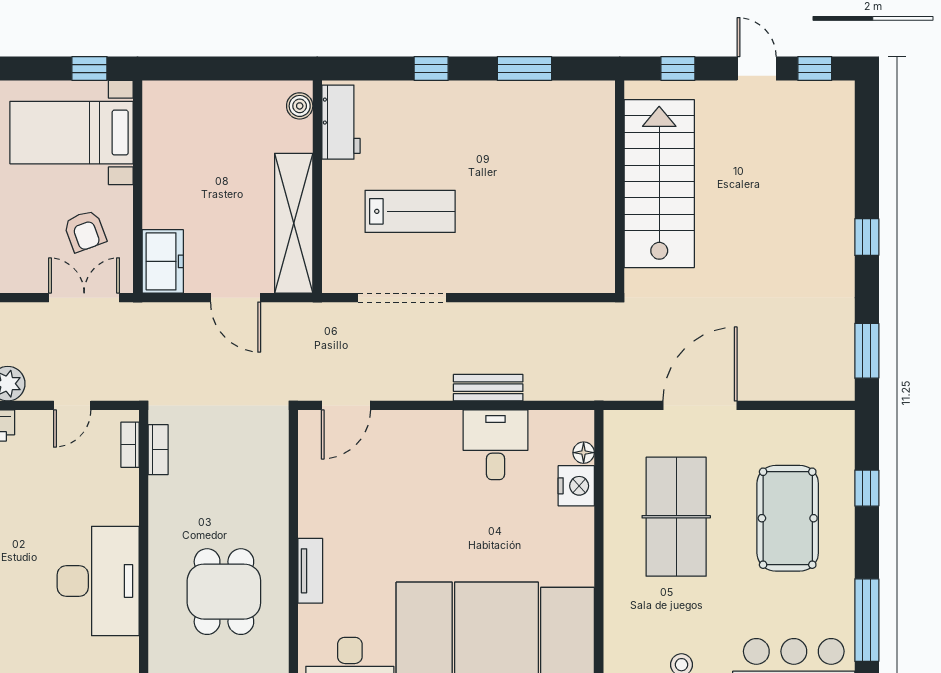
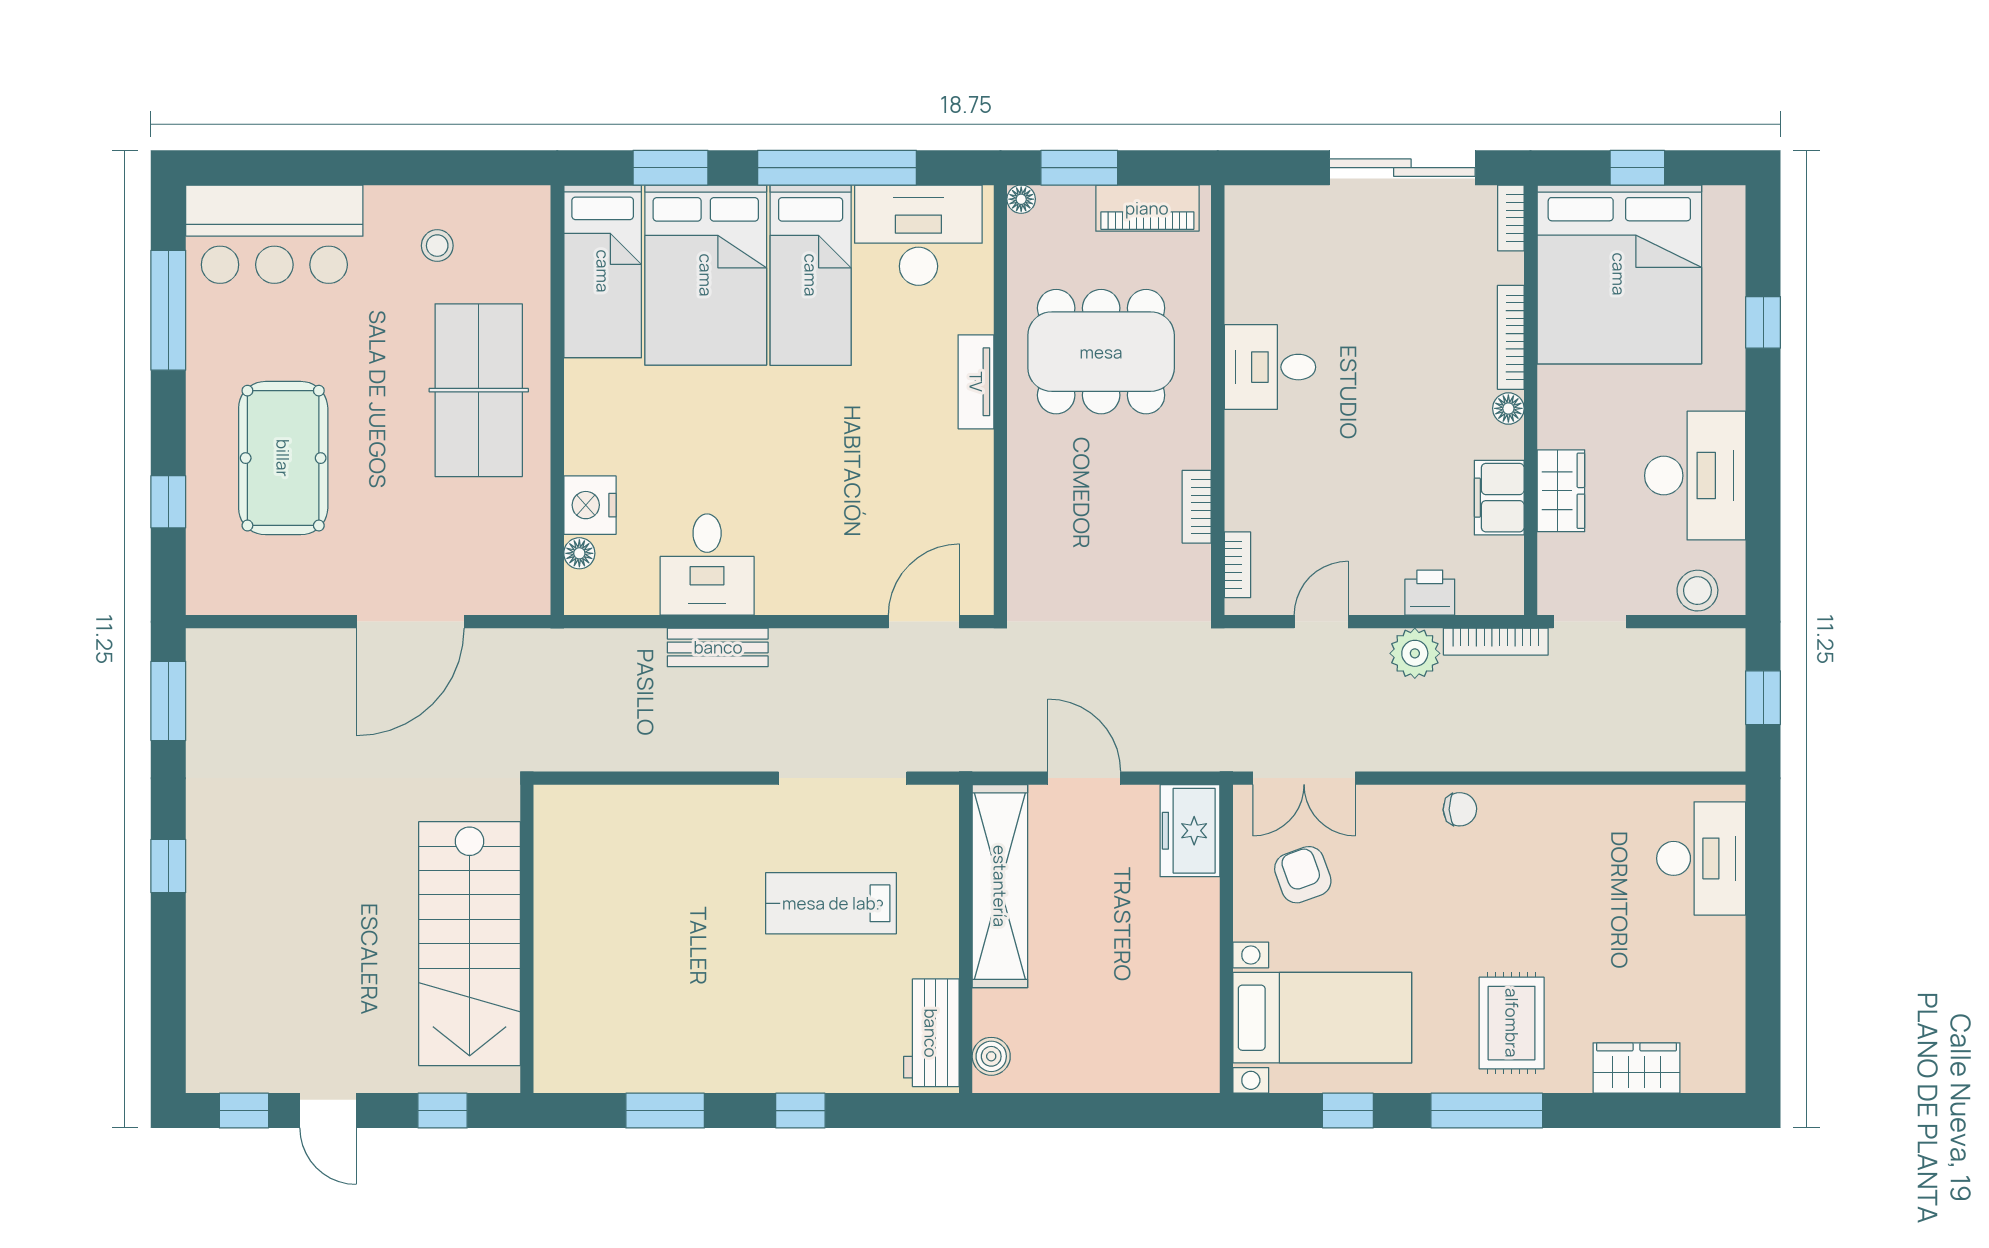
window: (89, 69) -> (1348, 1111), moved
bookcase: (158, 450) -> (1197, 507), moved
table tennis table: (676, 517) -> (479, 390), moved
desk: (98, 581) -> (1270, 367), width x0.53, depth x0.77
dining table: (224, 592) -> (1101, 352), width x1.38

